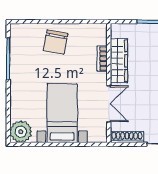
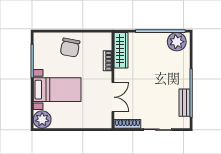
wardrobe: (119, 61) -> (121, 50), moved
bed with nightstands: (62, 113) -> (57, 90), moved, turned 90

